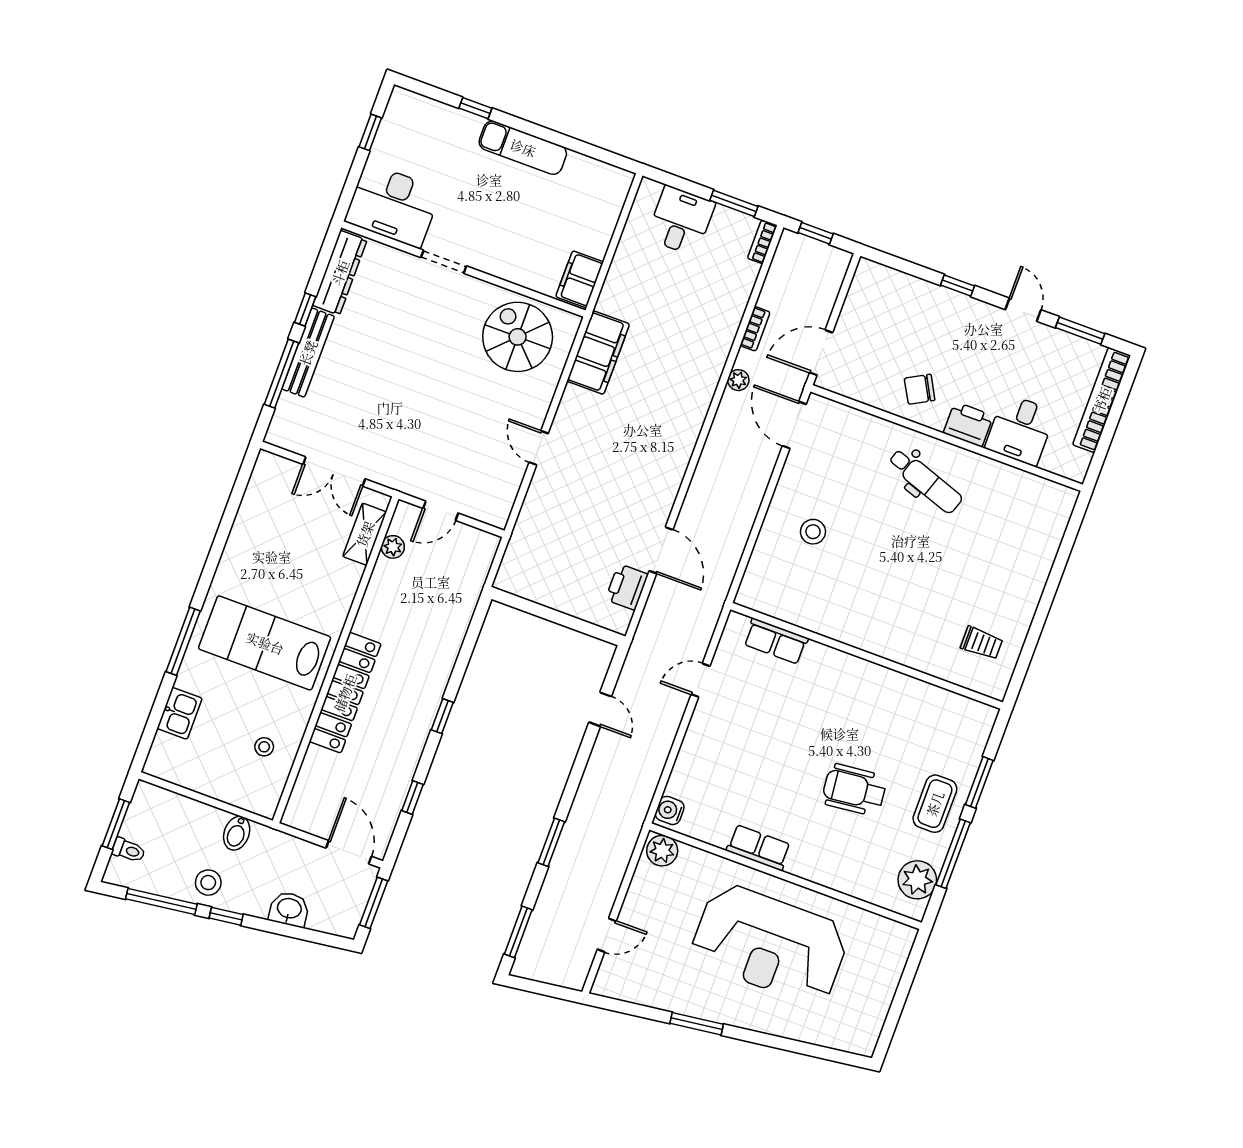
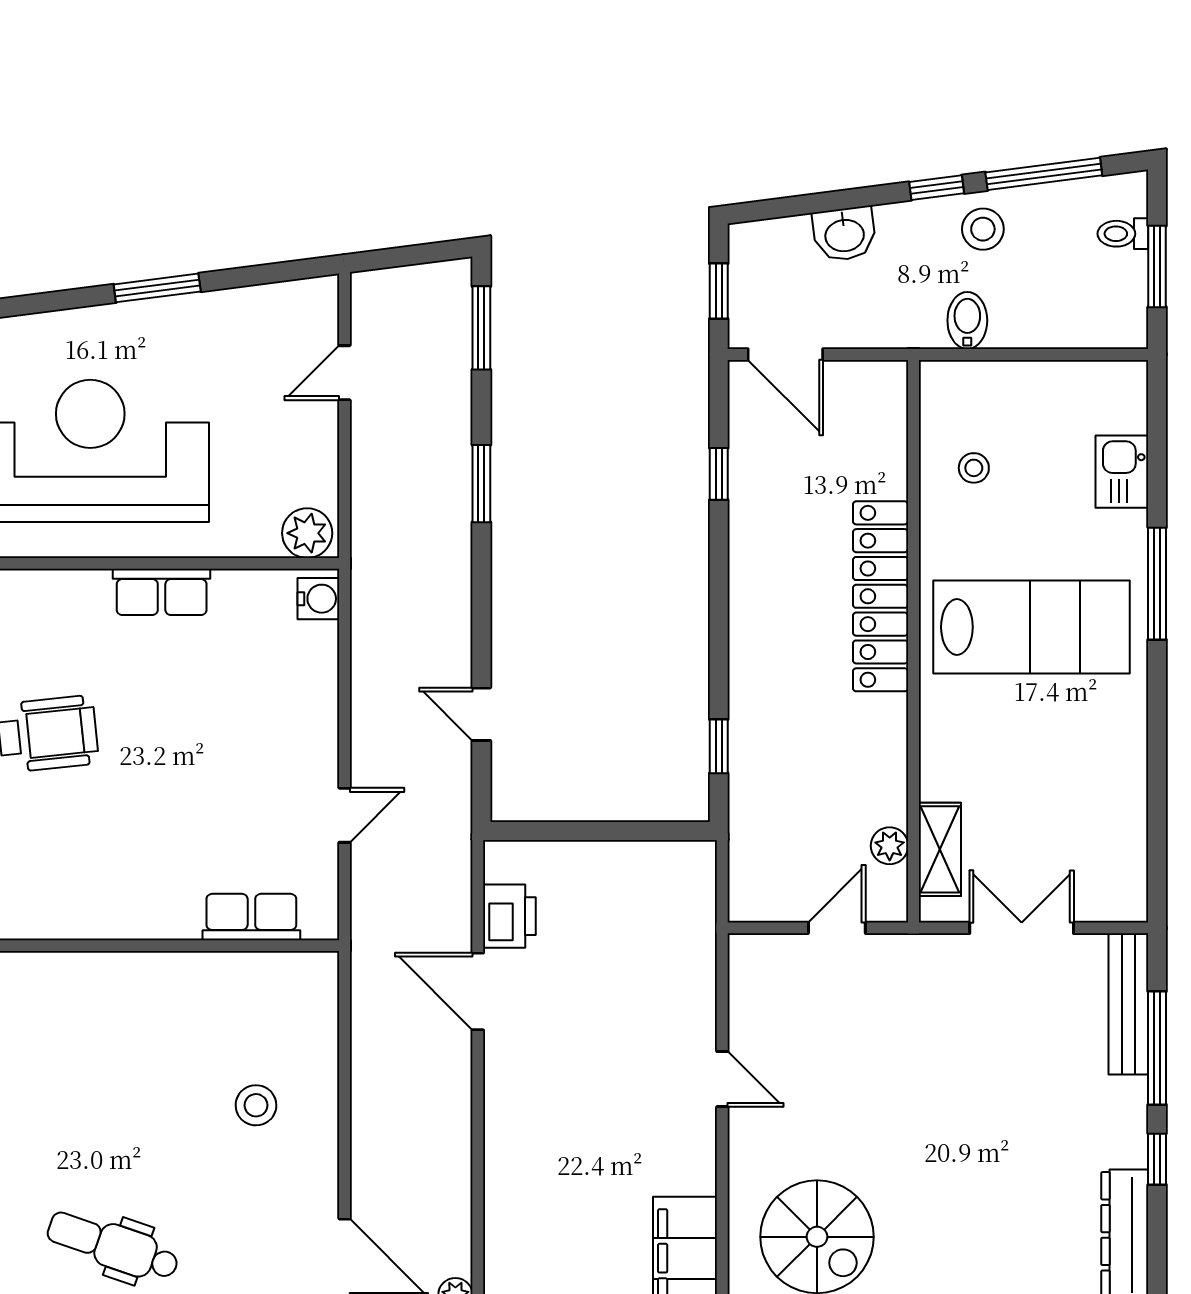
bench: (308, 353) -> (1128, 1004), moved
window: (442, 716) -> (719, 746), moved
window: (374, 903) -> (719, 291), width x0.67

